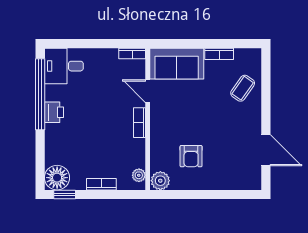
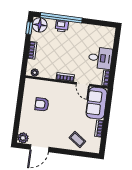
desk: (64, 66) -> (100, 58), moved, turned 90
door: (148, 91) -> (83, 84), swing flipped
window: (40, 94) -> (61, 18), moved
printer: (54, 112) -> (62, 26), moved
plant: (160, 181) -> (23, 138), moved

